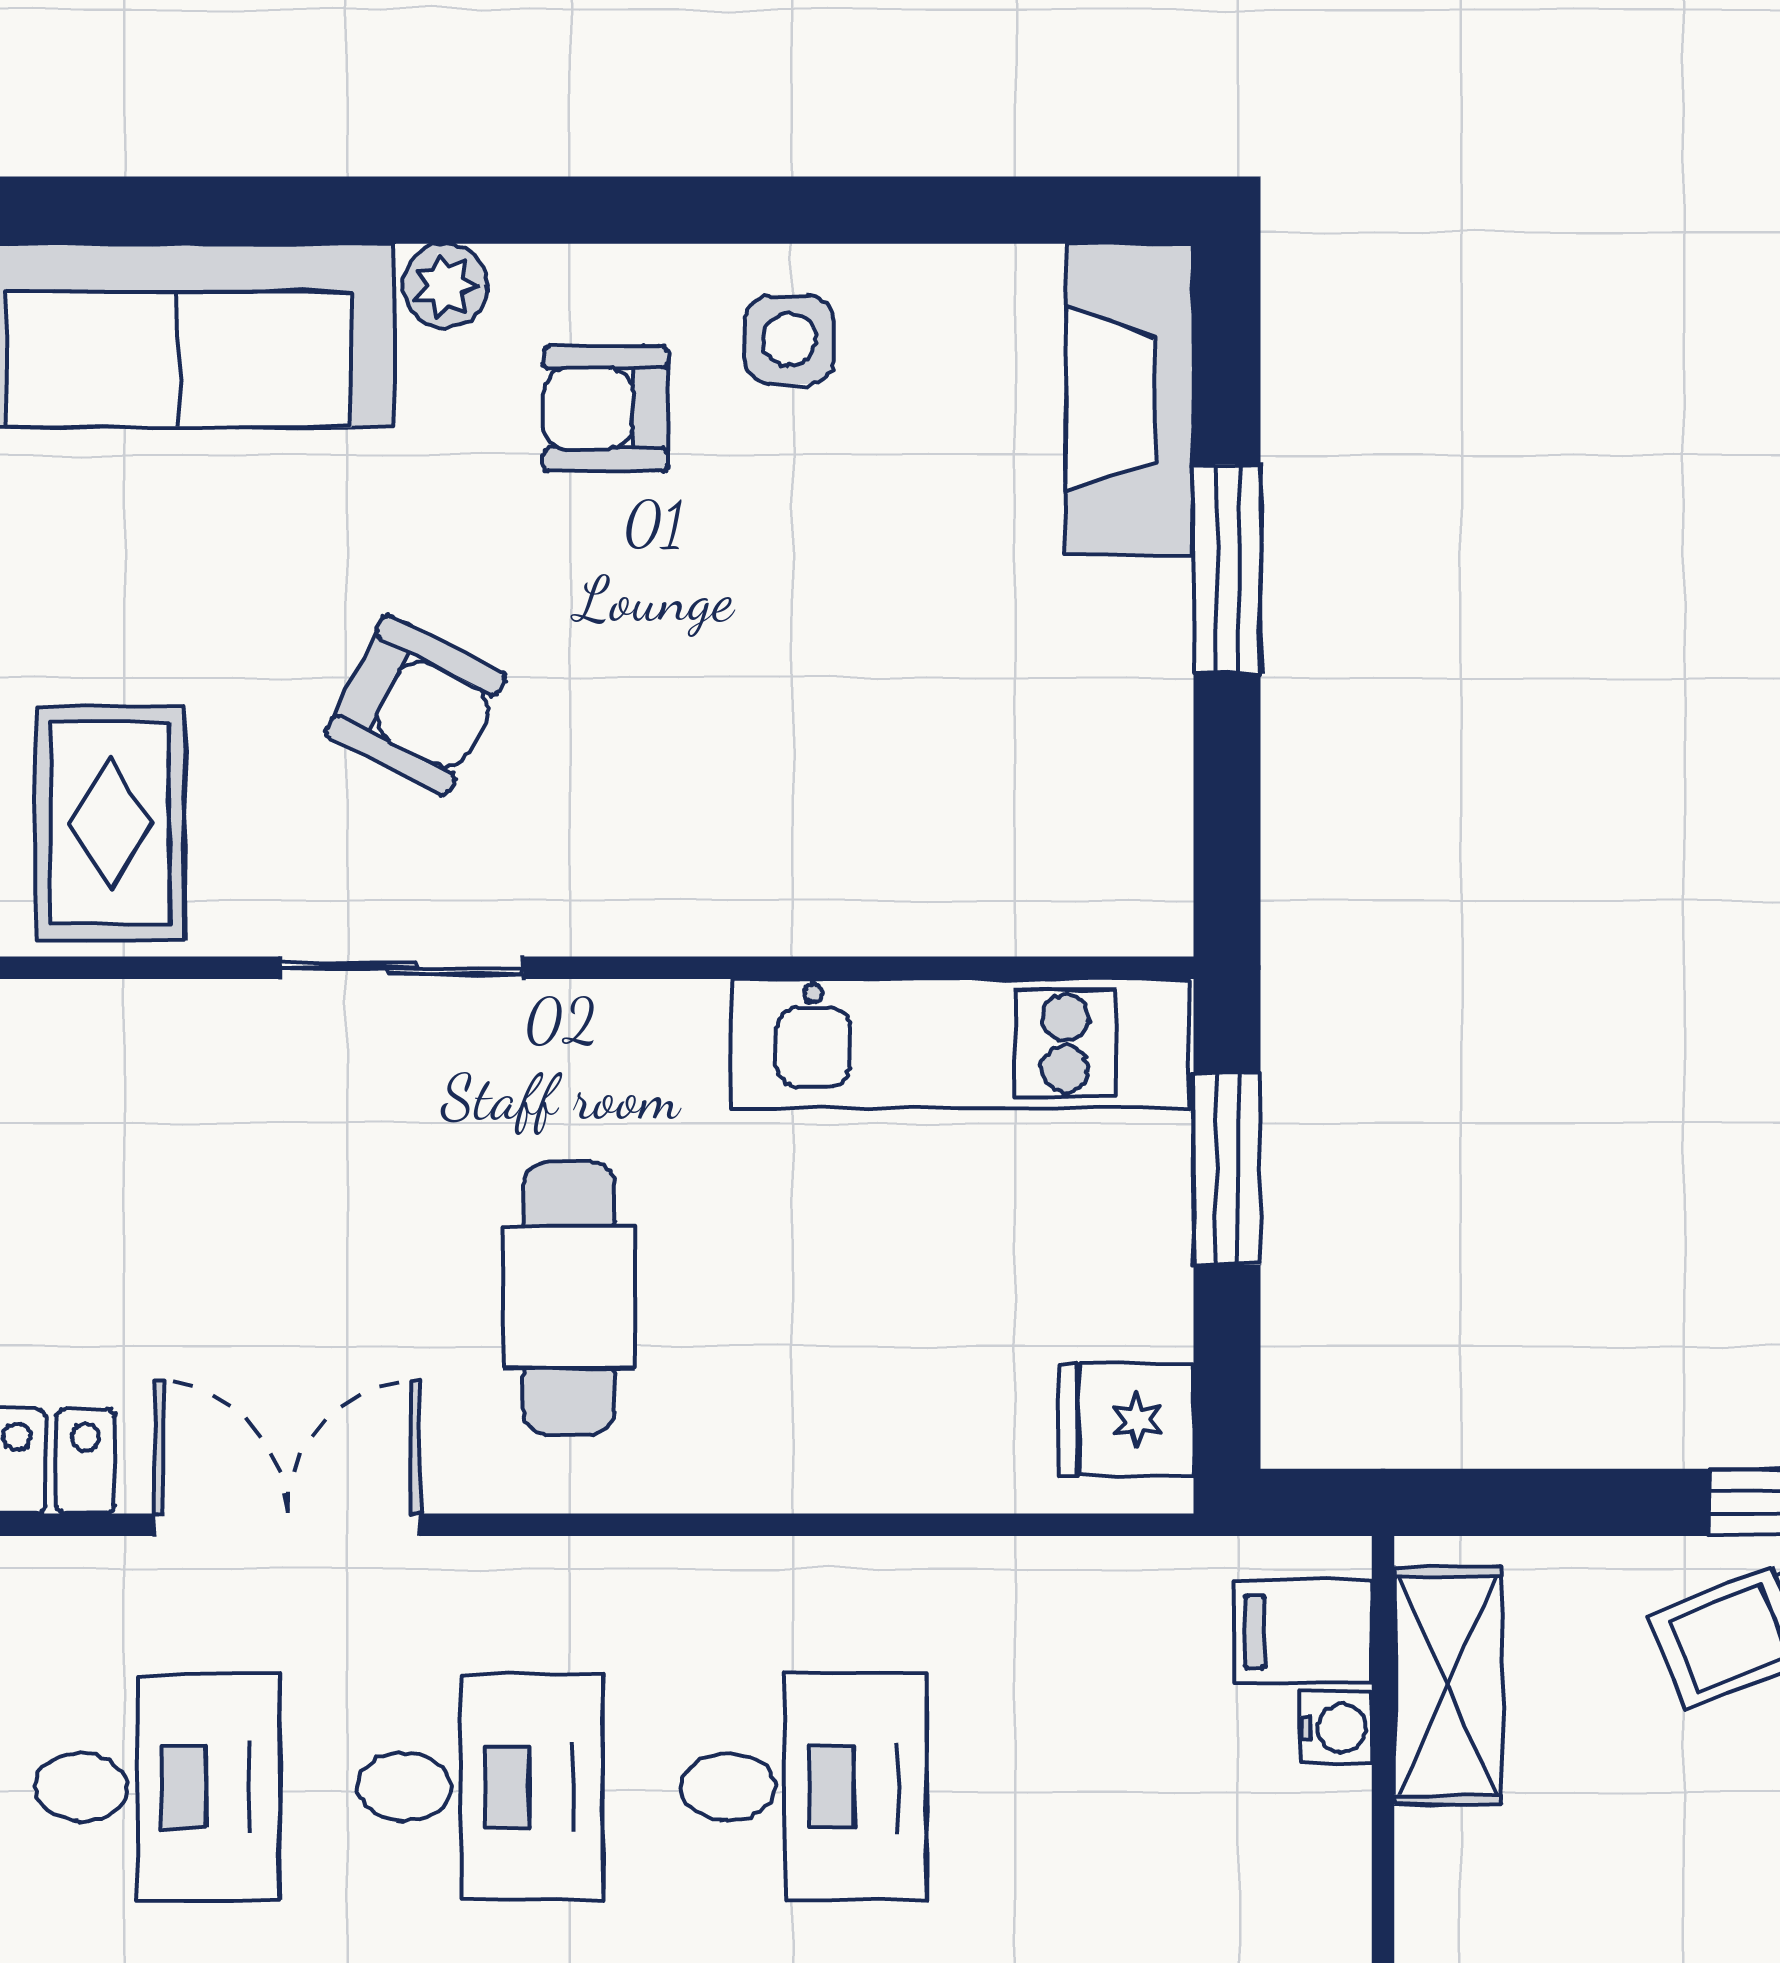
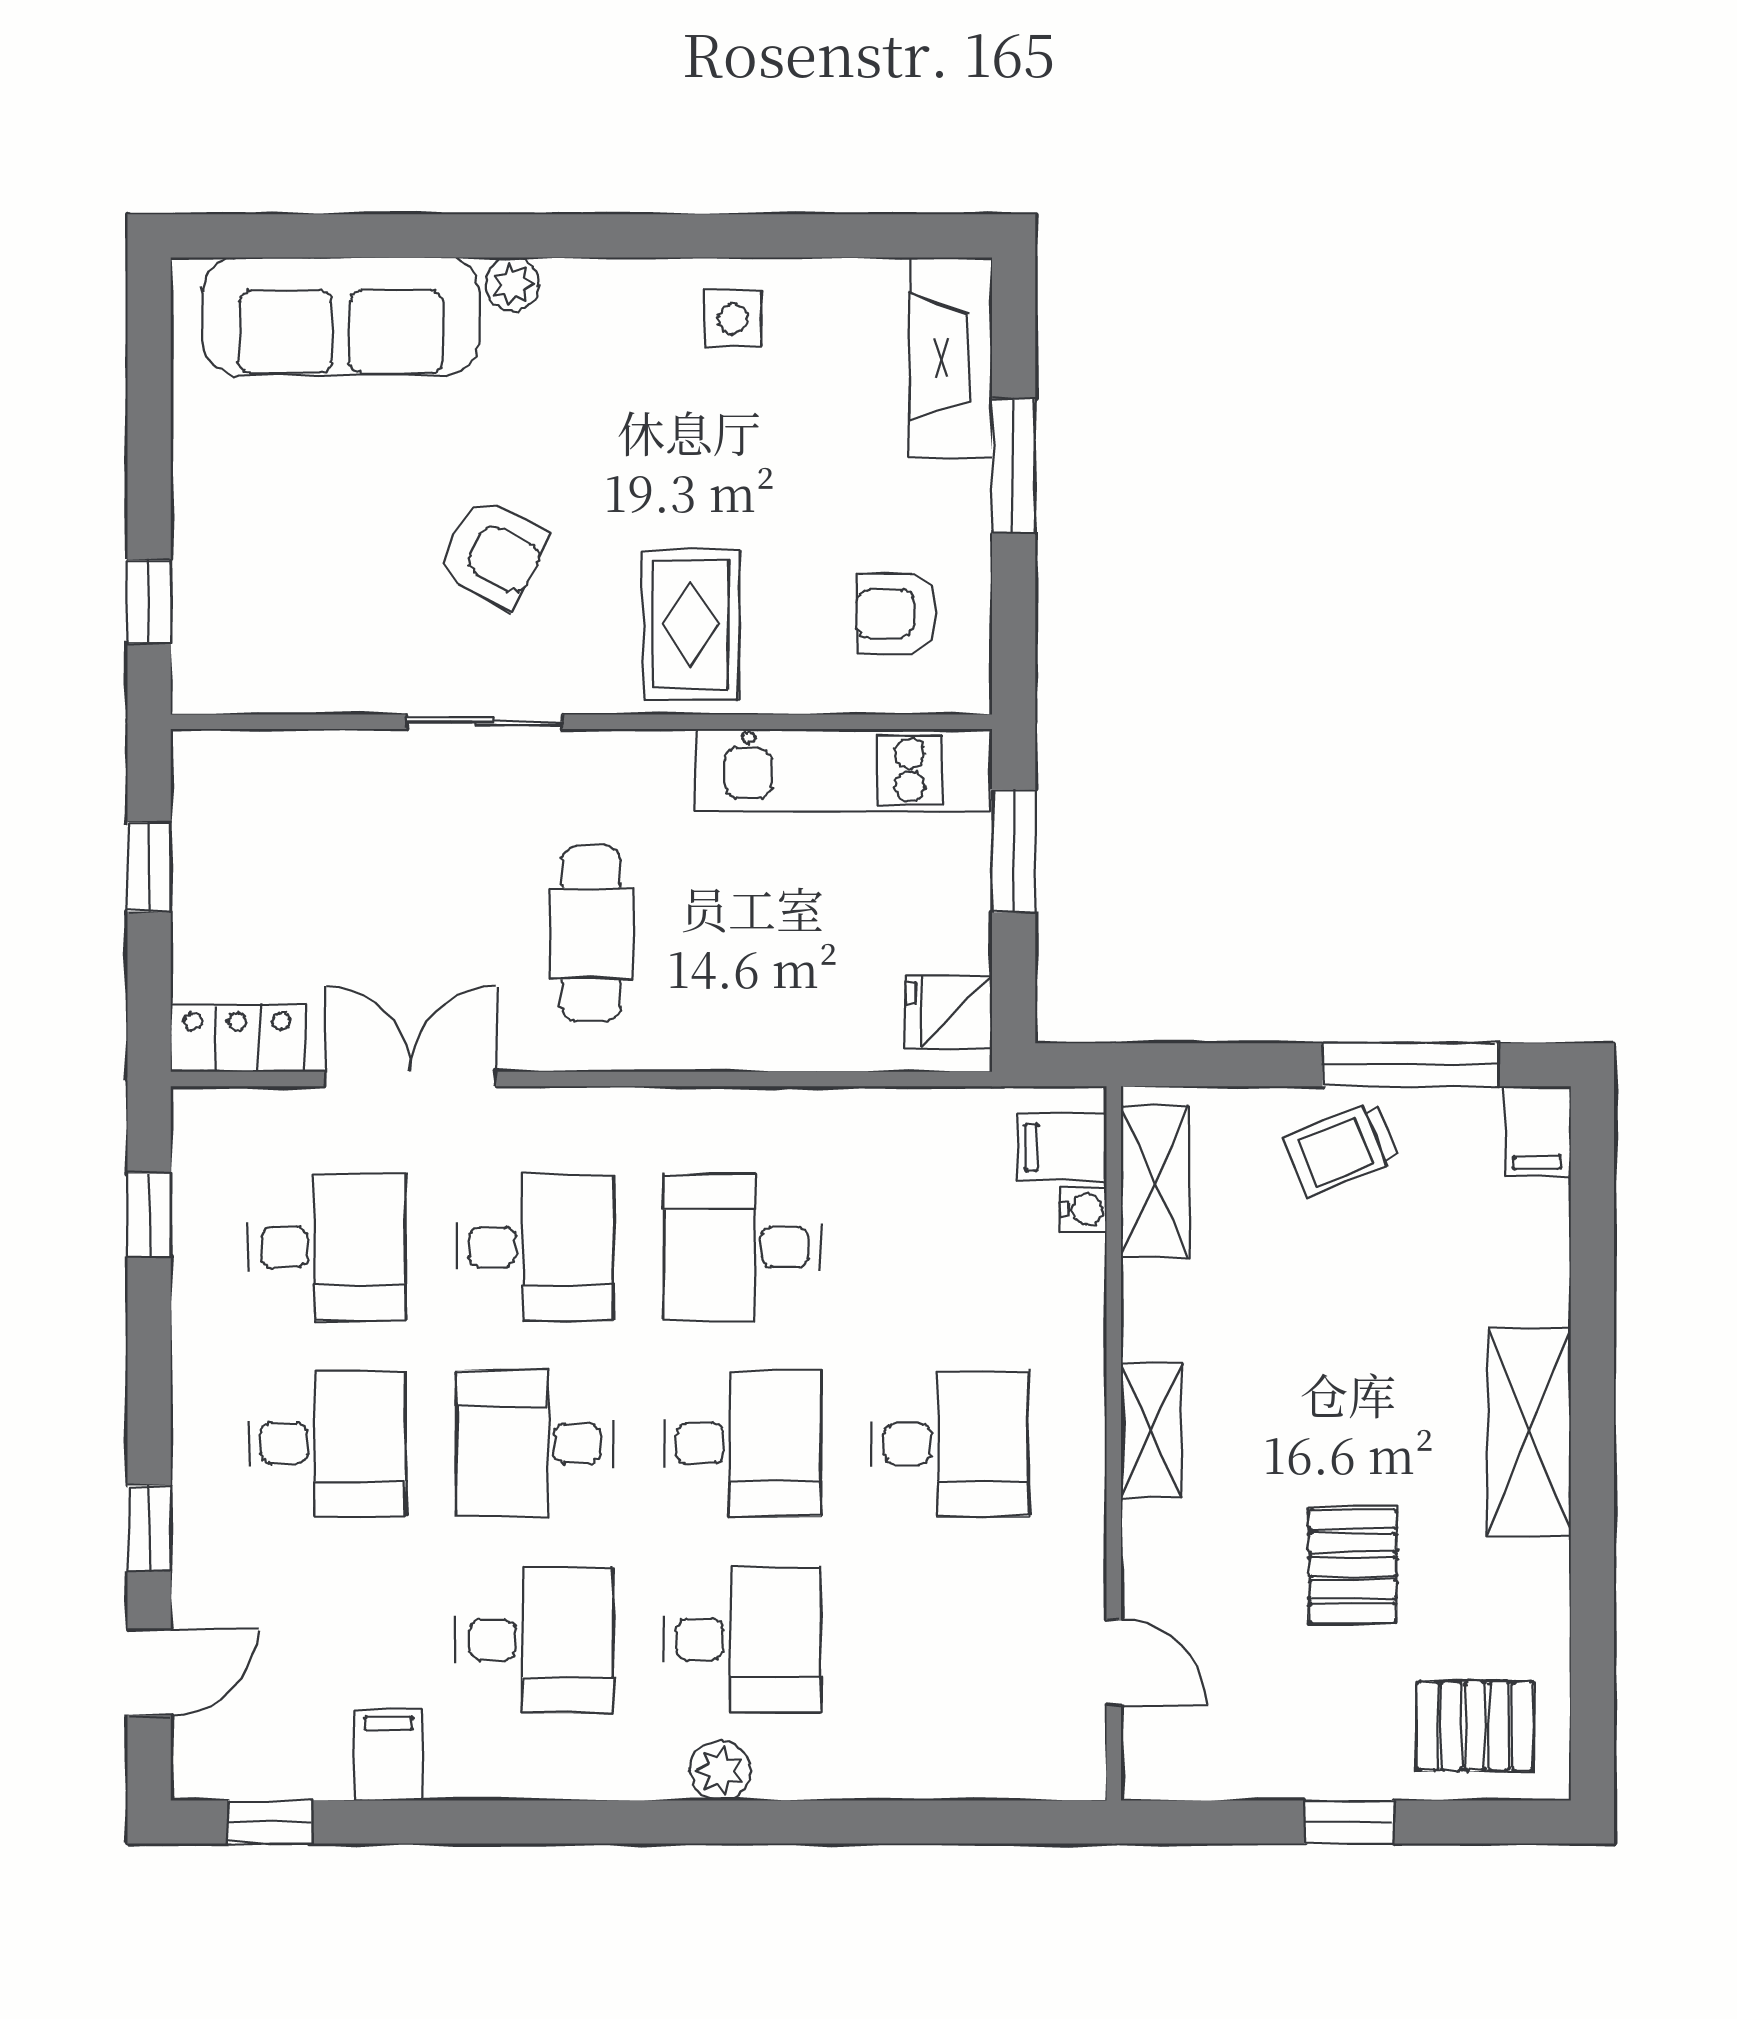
armchair: (606, 408) -> (897, 614), moved
rug: (110, 823) -> (691, 625), moved
desk: (804, 1787) -> (742, 1247), turned 180

